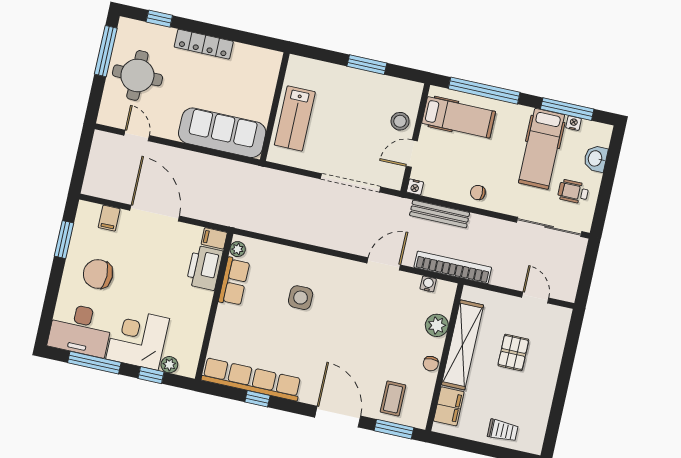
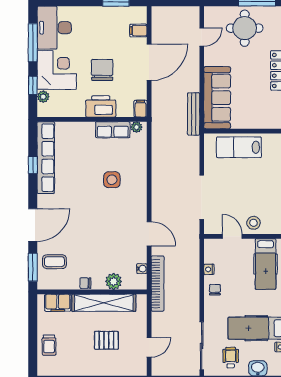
nightstand: (415, 187) -> (209, 269), moved
bench: (440, 214) -> (194, 114), moved
printer: (205, 268) -> (101, 106), moved
chair: (98, 274) -> (102, 70), moved

